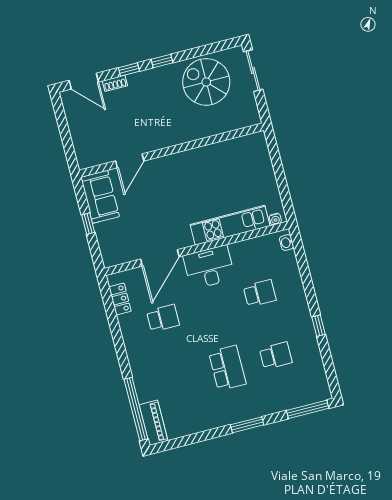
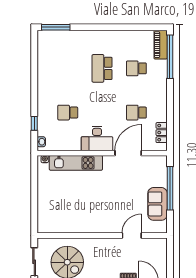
wall: (171, 150) -> (102, 235), moved
door: (130, 161) -> (132, 235), moved
window: (88, 224) -> (170, 188), width x3.17
window: (319, 326) -> (34, 123), moved
school desk: (276, 356) -> (136, 68), moved
window: (247, 425) -> (99, 27), removed

